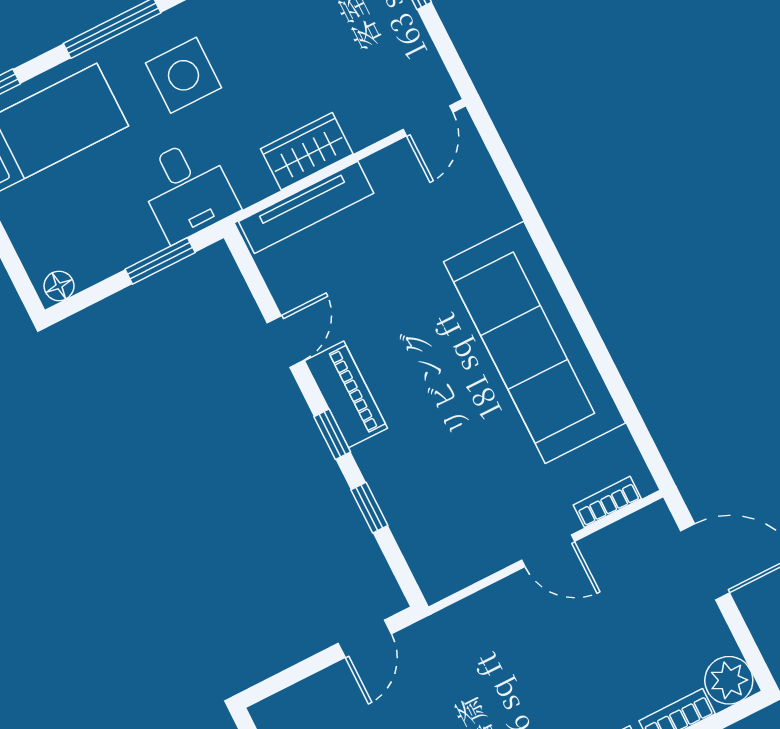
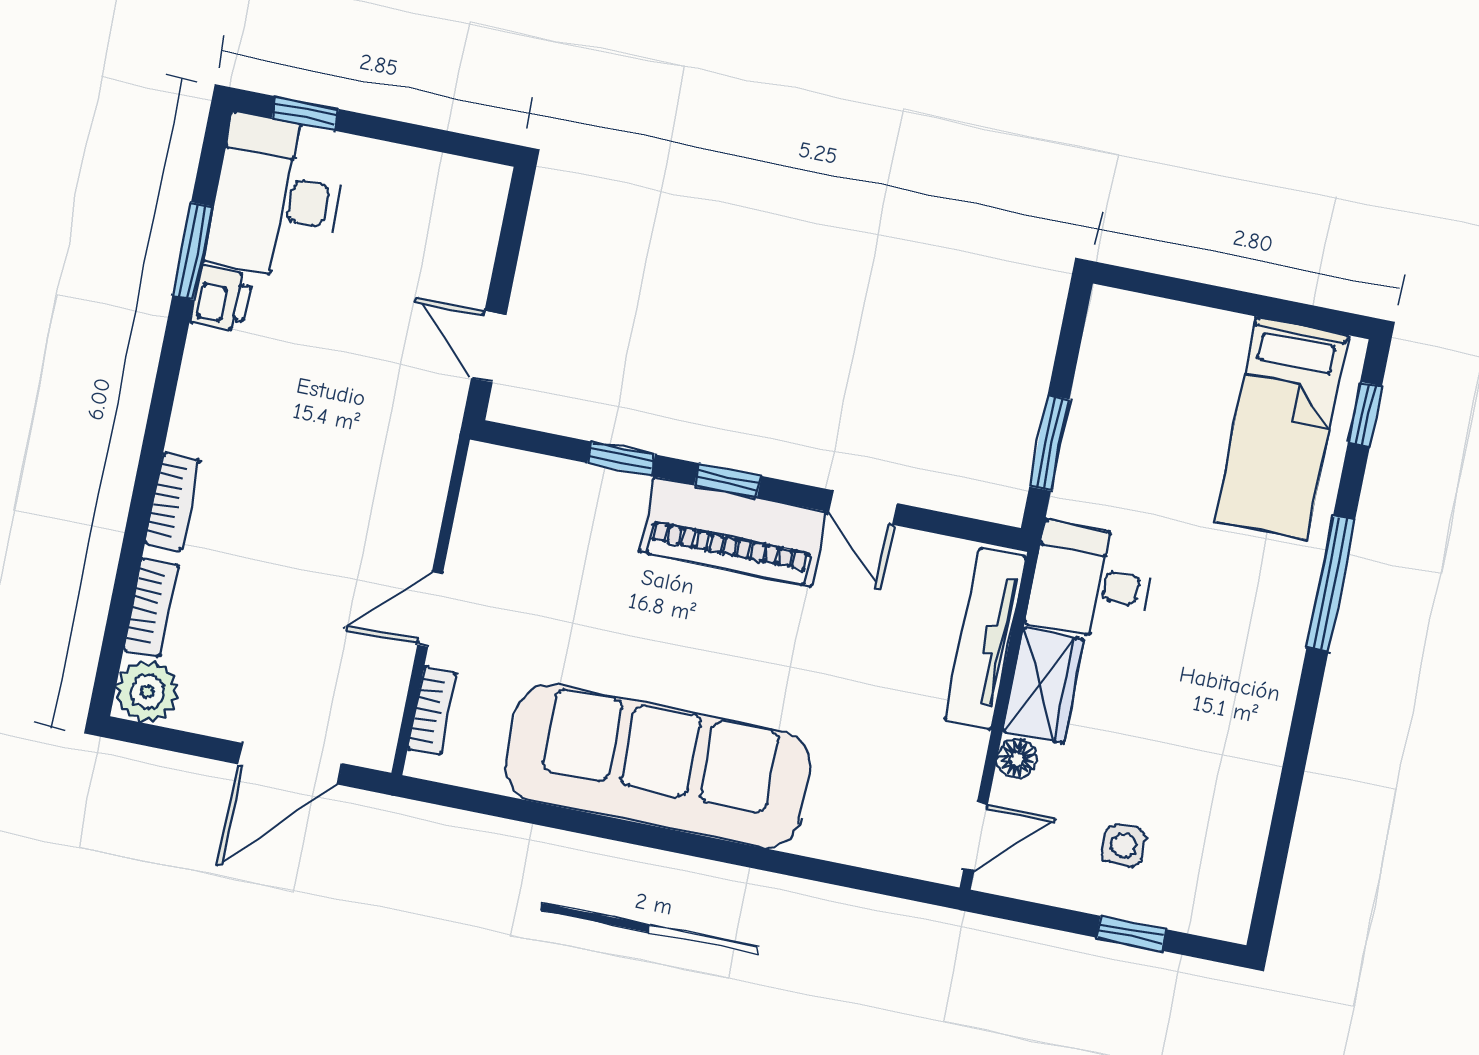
side table: (183, 75) -> (1124, 845), moved, width x0.54, depth x0.54
door: (428, 121) -> (976, 836), swing flipped
desk: (187, 190) -> (1091, 582), moved
floor lamp: (59, 286) -> (1017, 759), moved
piano: (346, 394) -> (733, 532), width x1.37, depth x1.33

